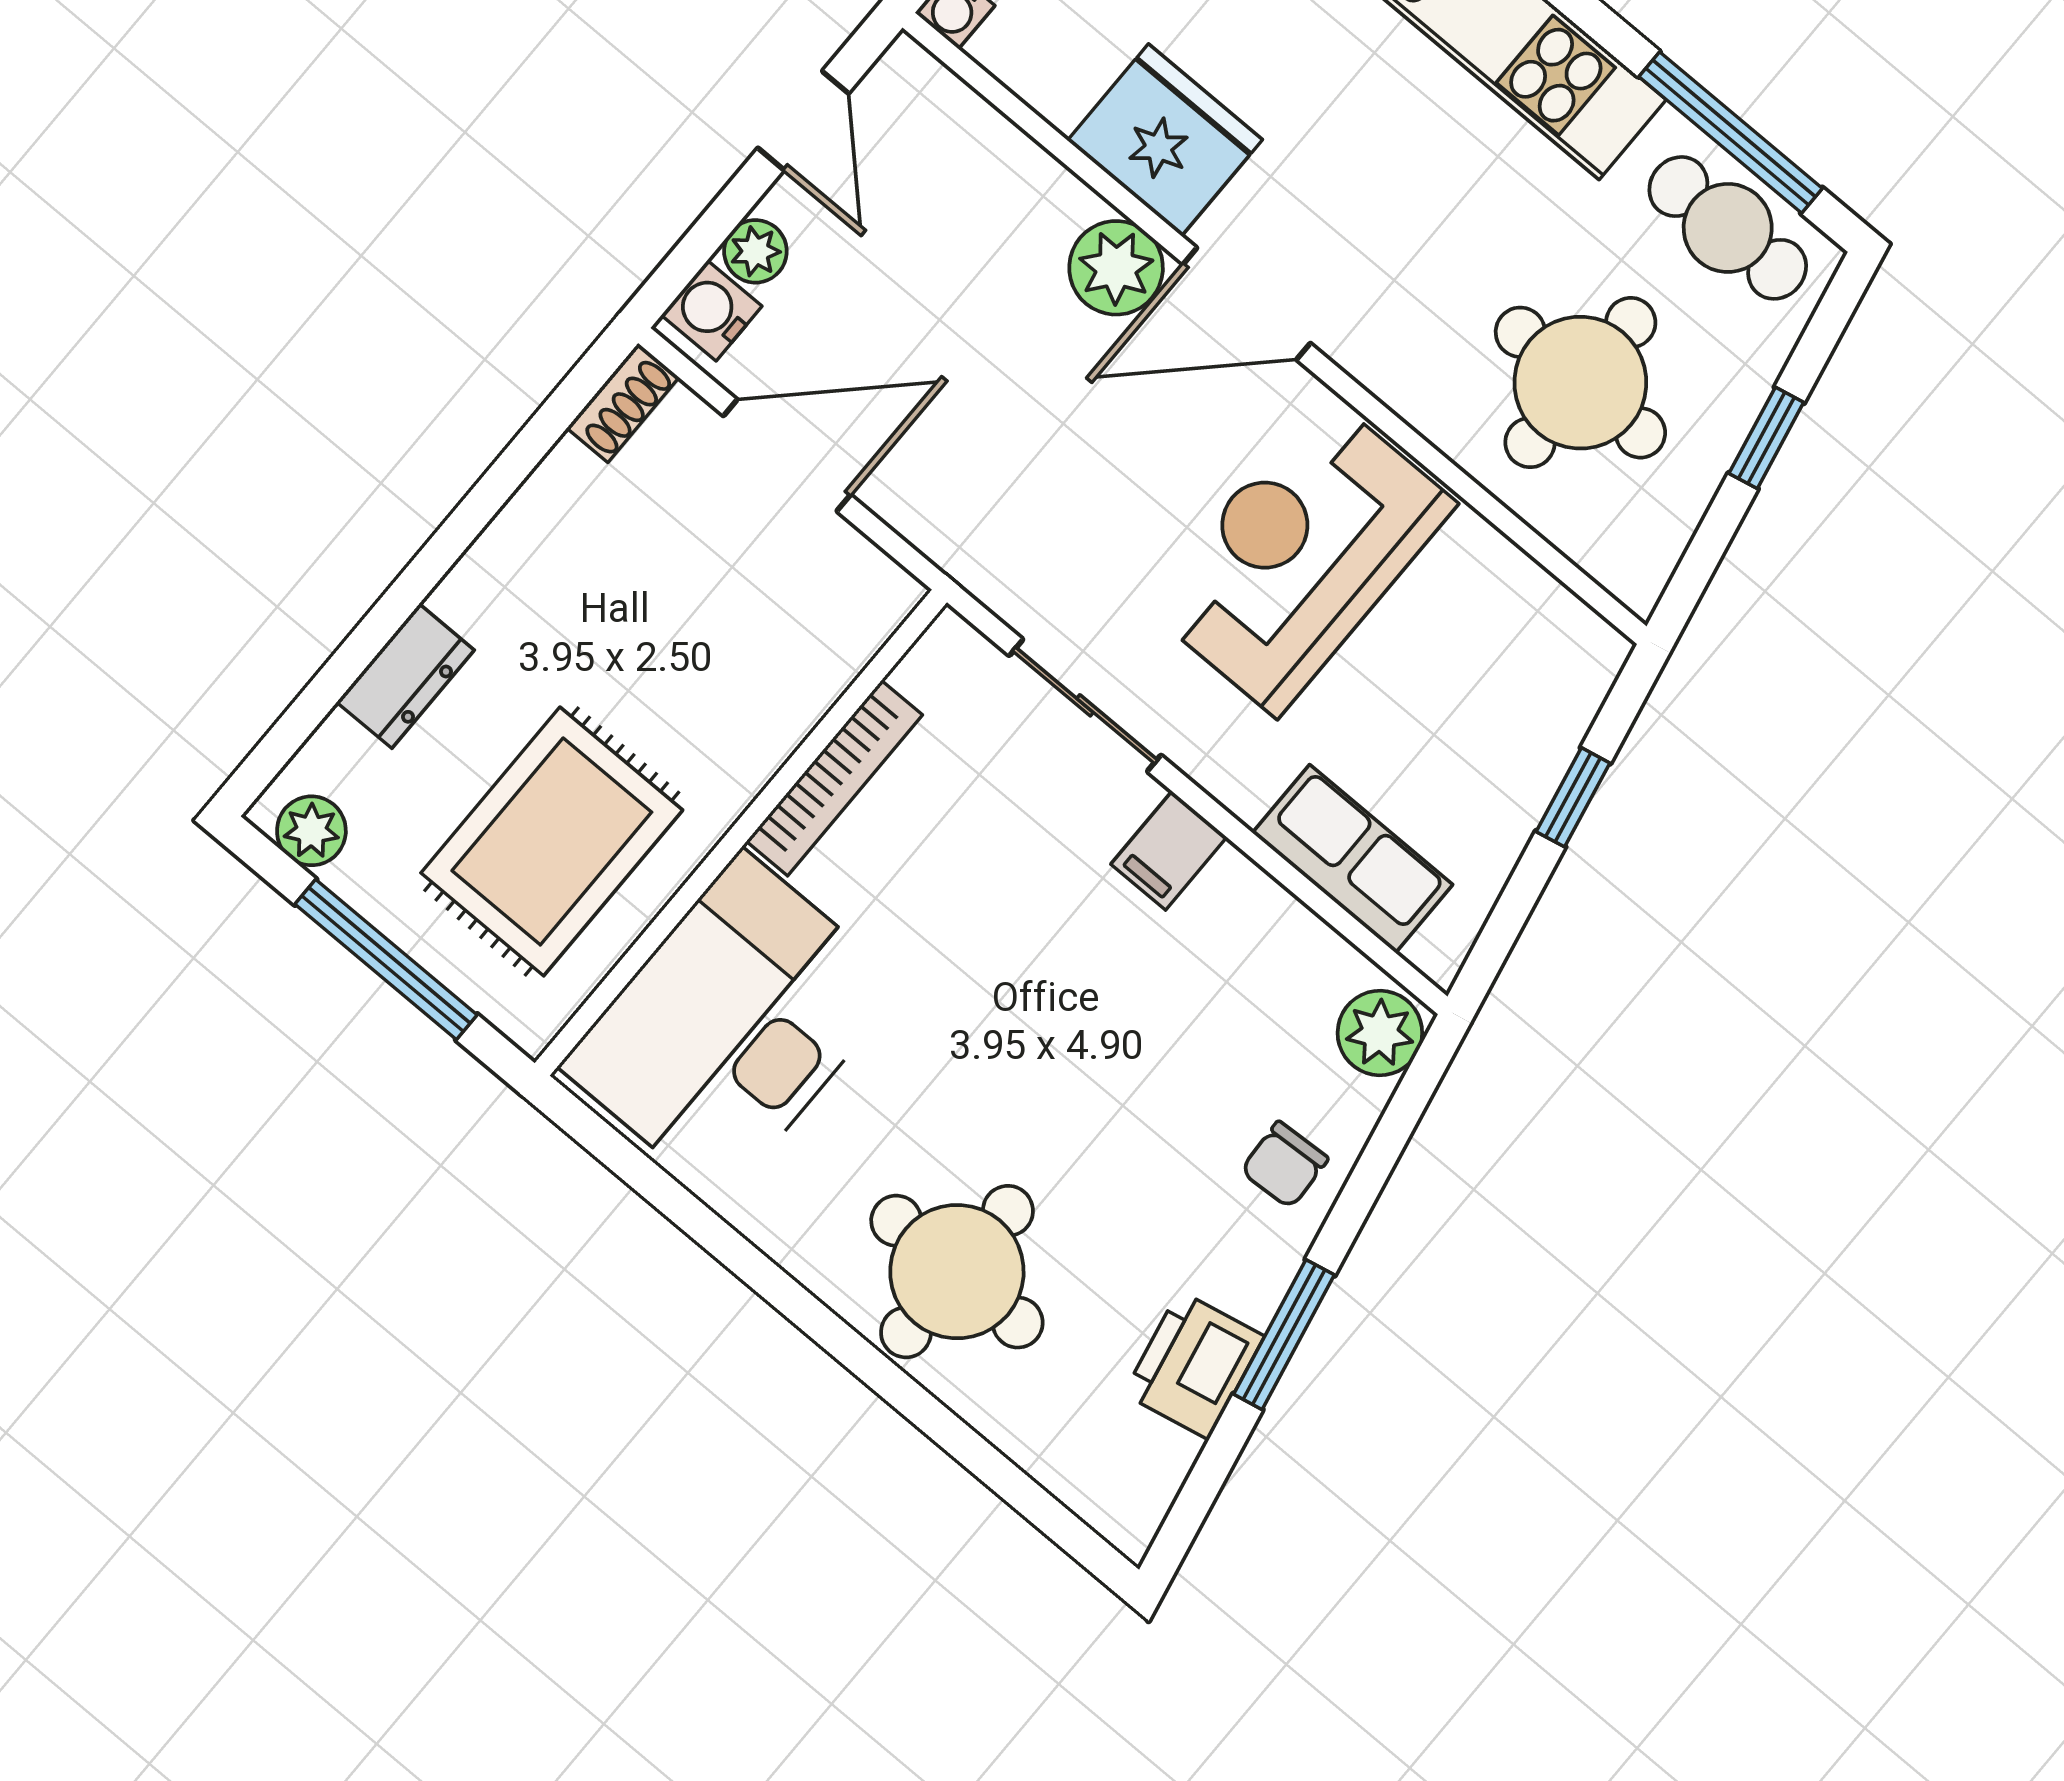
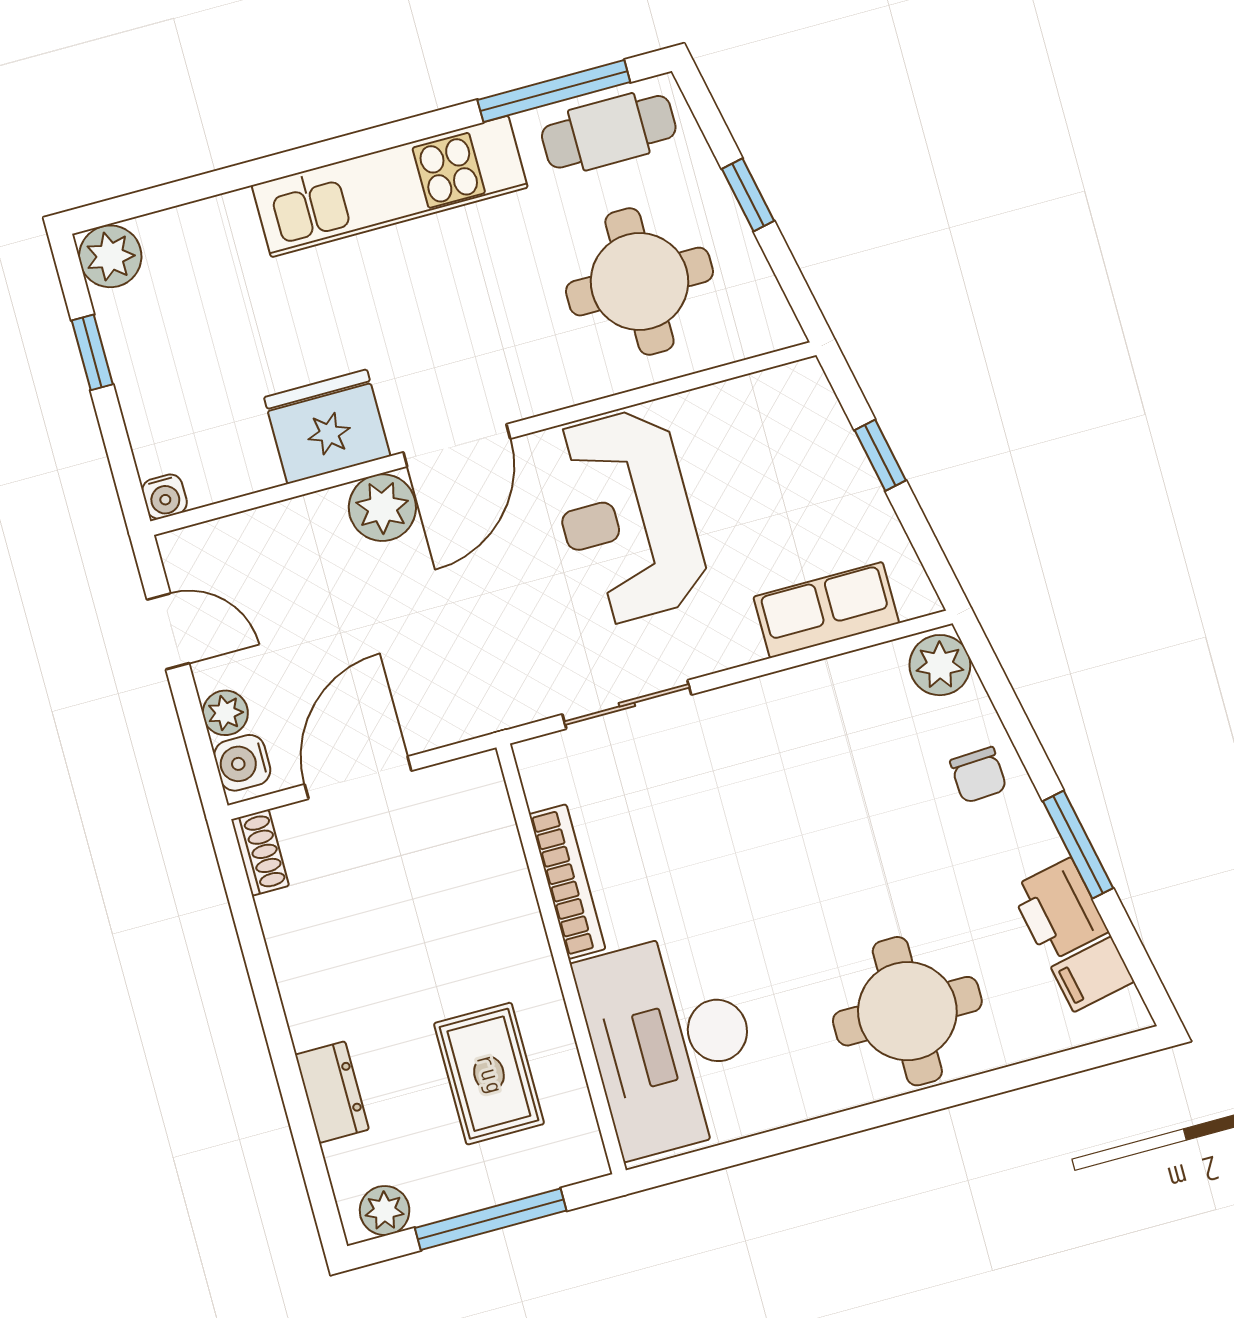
rug: (552, 841) -> (489, 1074), width x0.73, depth x0.70
filing cabinet: (1169, 851) -> (1093, 974), moved, turned 78

